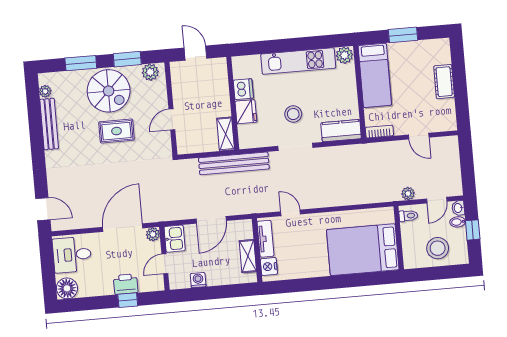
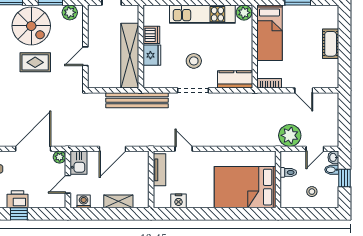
shelving: (226, 134) -> (130, 56), width x2.20, depth x1.33
plant: (408, 194) -> (290, 135), width x1.88, depth x1.88
toilet: (408, 216) -> (288, 172), moved
stool: (438, 248) -> (312, 192), width x0.53, depth x0.53
shelving: (248, 256) -> (118, 201), moved, turned 90
nightstand: (269, 267) -> (179, 201), moved, turned -90
washing machine: (198, 280) -> (84, 201), moved
printer: (126, 284) -> (18, 199), moved
window: (128, 300) -> (19, 214), moved

